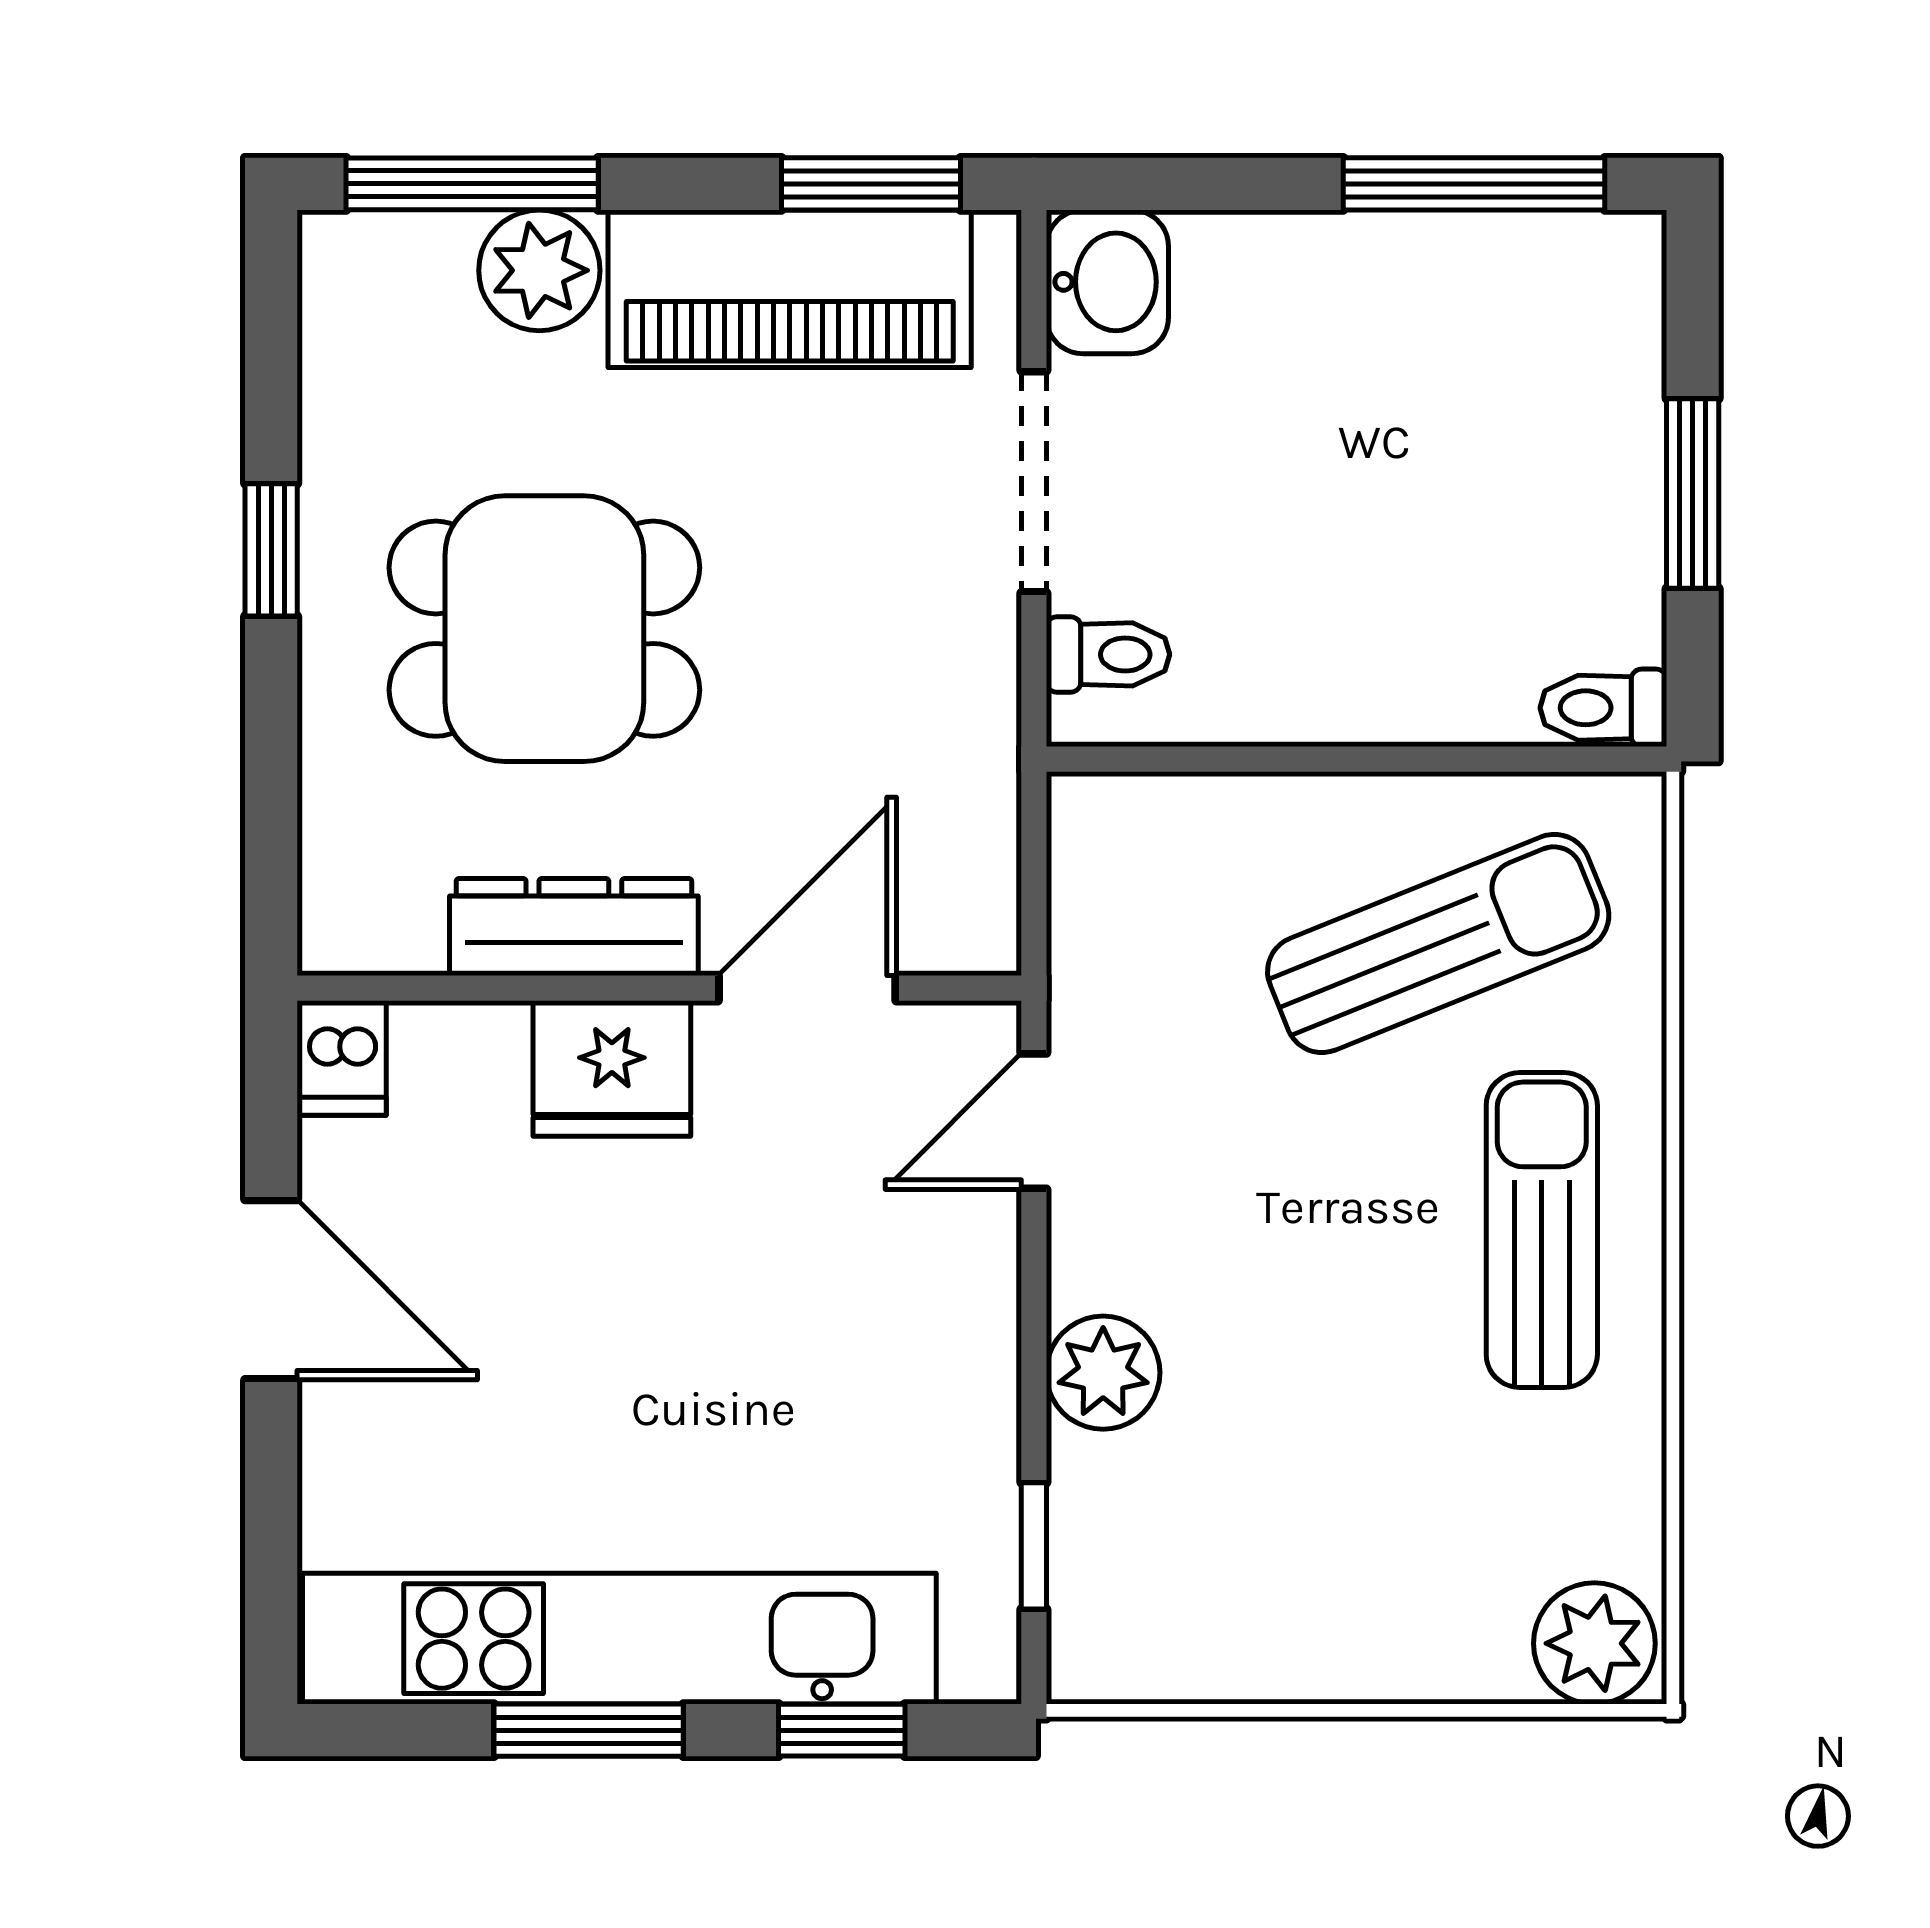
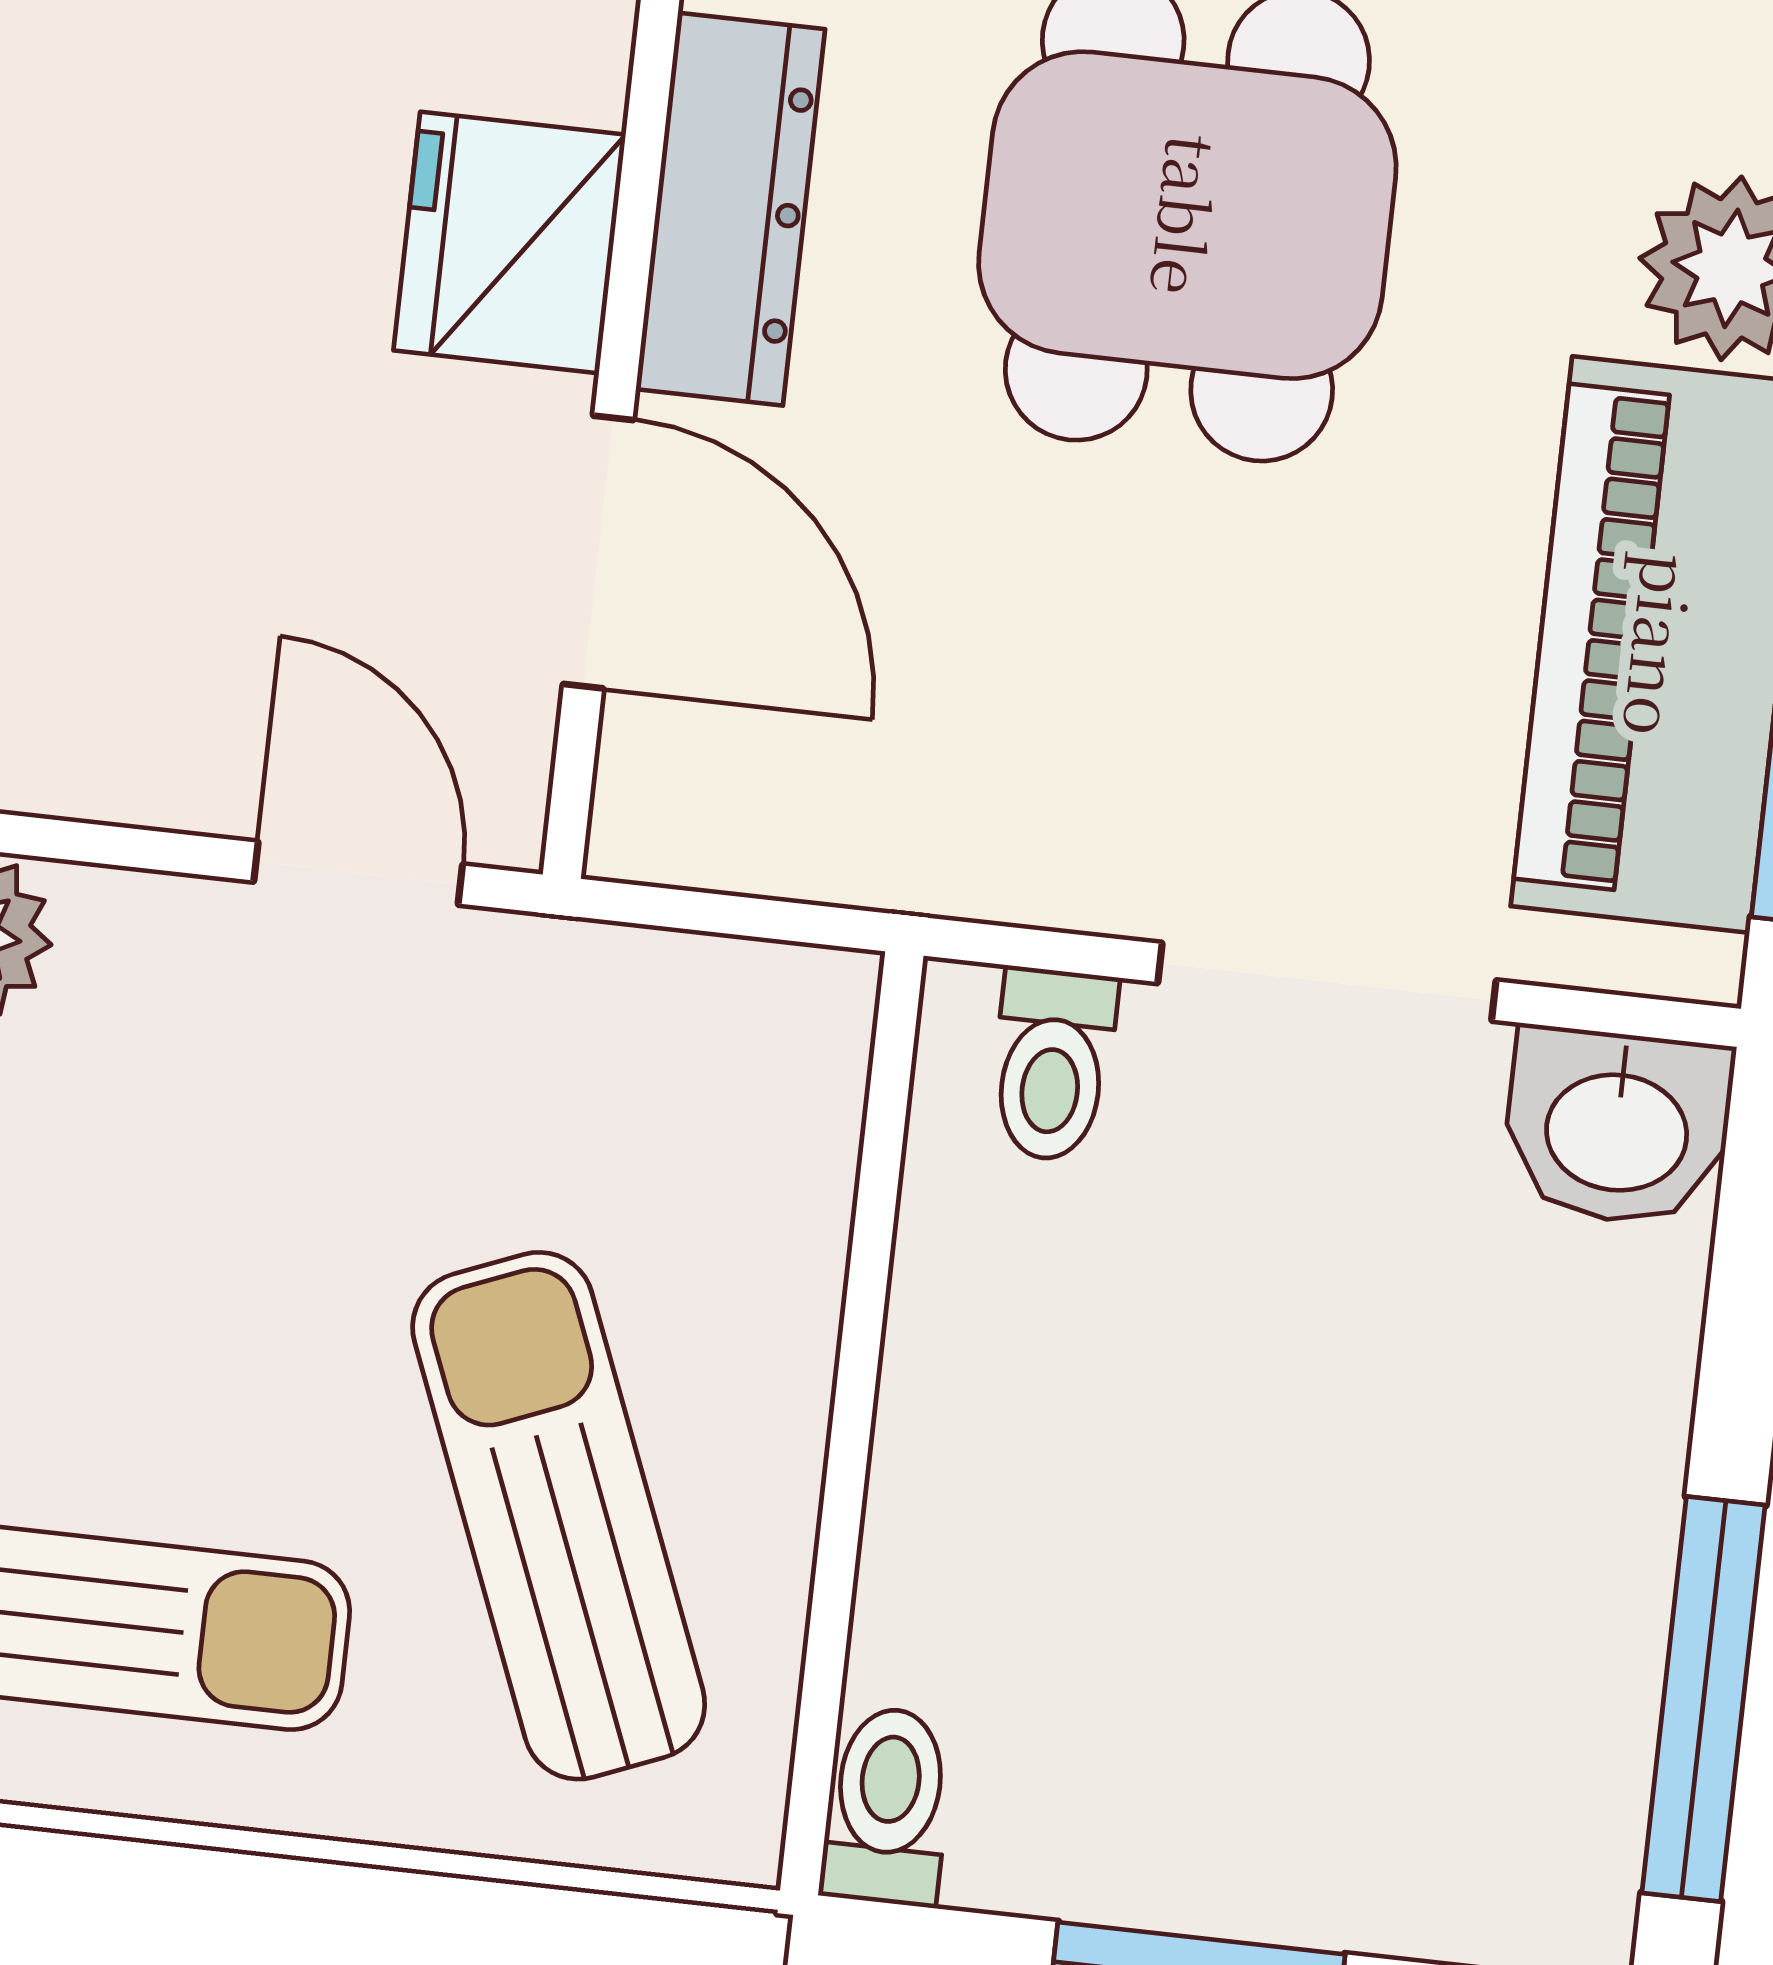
sun lounger: (1438, 943) -> (559, 1516), turned 180

